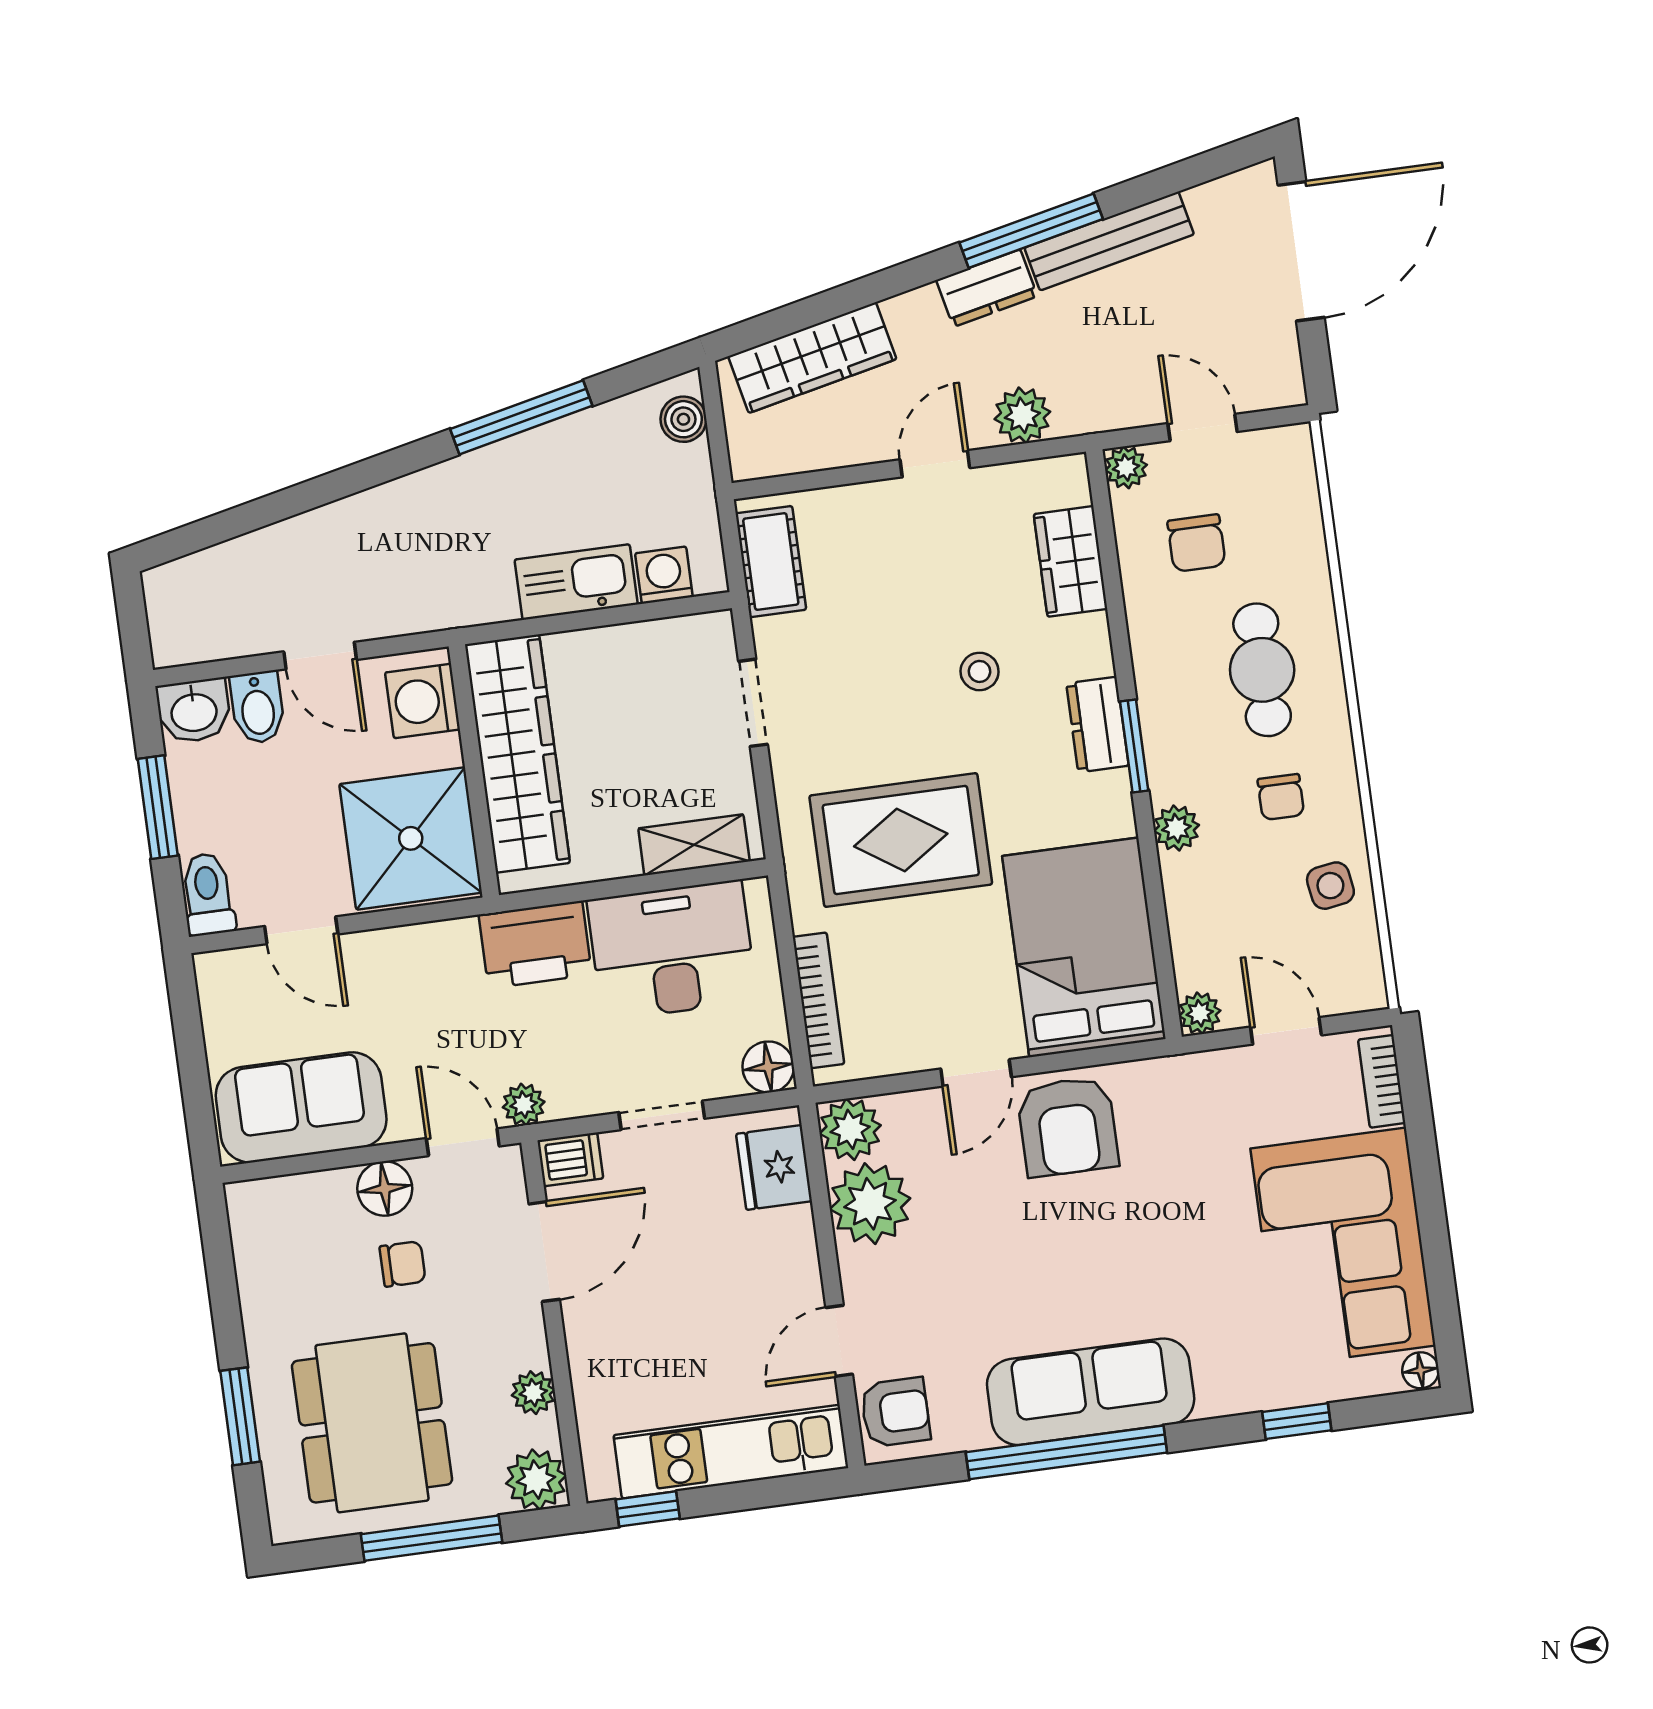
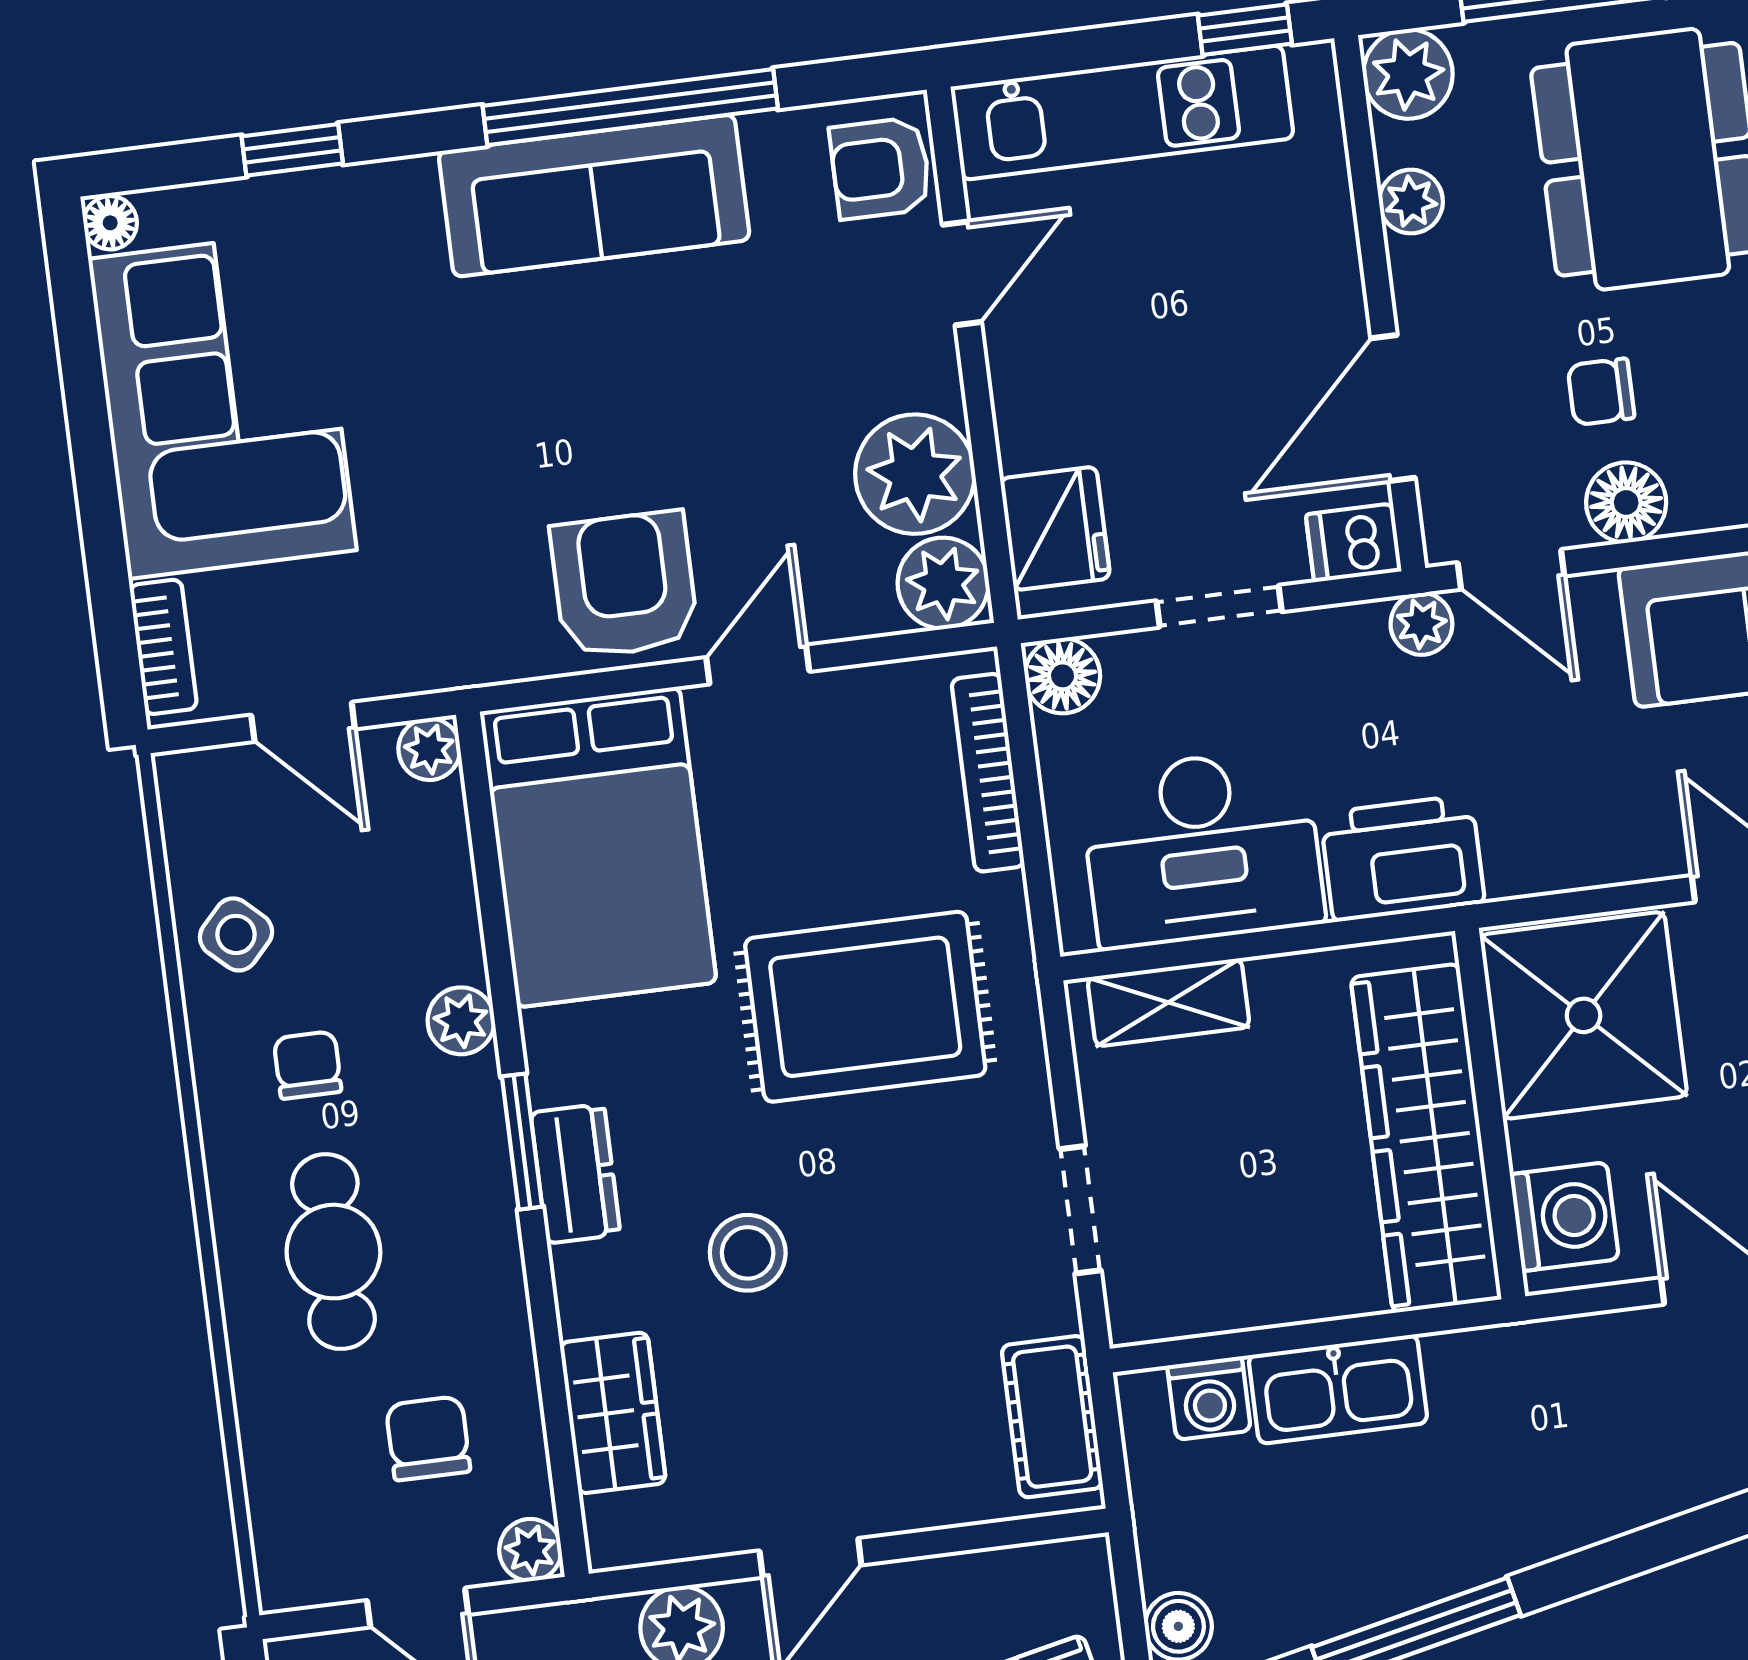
stool: (980, 671) -> (748, 1253), width x1.37, depth x1.37
side table: (1330, 886) -> (236, 934), turned -38

